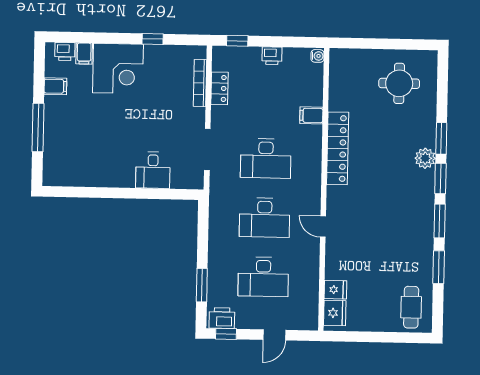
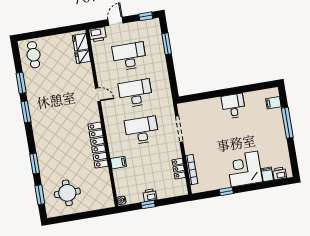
window: (237, 41) -> (148, 205), moved
filing cabinet: (55, 86) -> (273, 103), moved
plant: (425, 158) -> (42, 149), removed
desk: (153, 170) -> (233, 106), moved
window: (440, 179) -> (40, 195), moved
printer: (222, 318) -> (98, 34), moved

